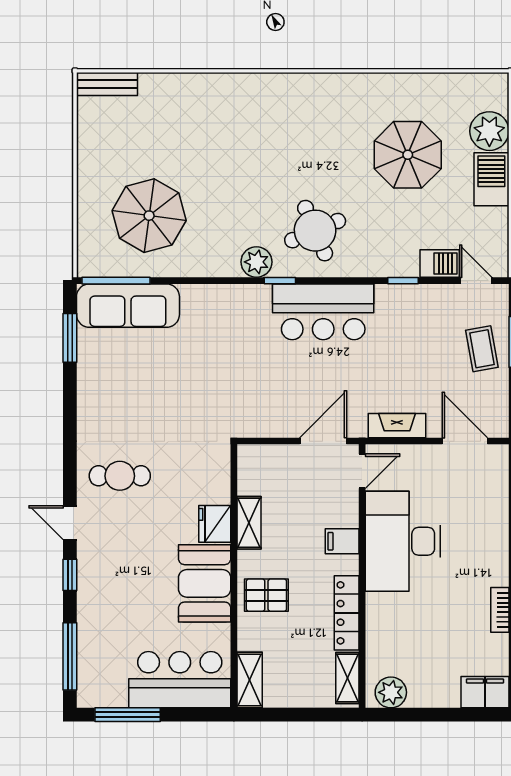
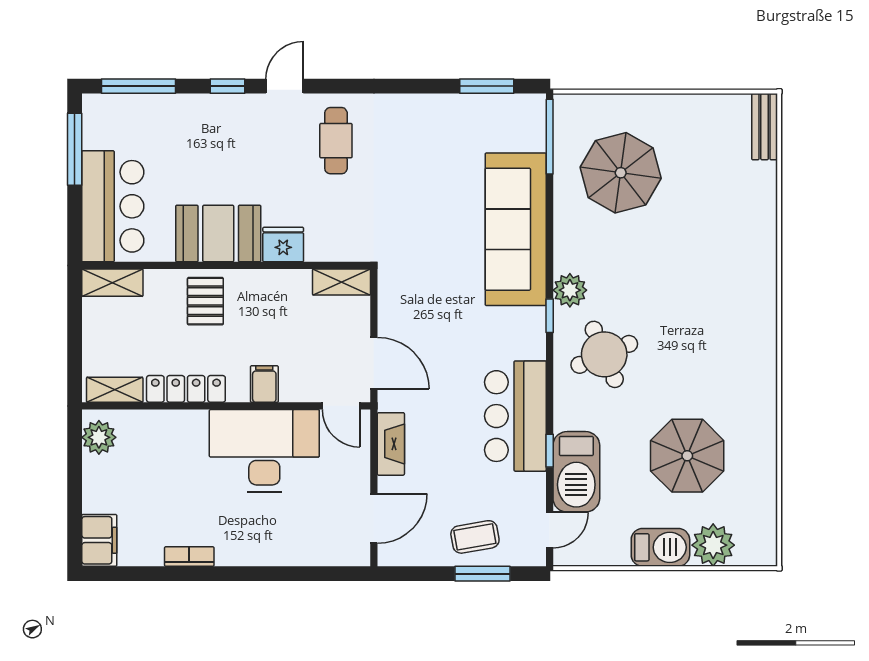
barbecue: (440, 263) -> (576, 472), width x1.88, depth x1.53
sofa: (128, 306) -> (516, 229), moved, width x1.36, depth x1.27
bar counter: (323, 312) -> (515, 416), moved
shelving: (249, 523) -> (342, 282), moved

